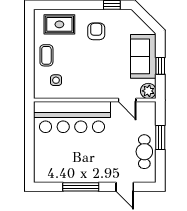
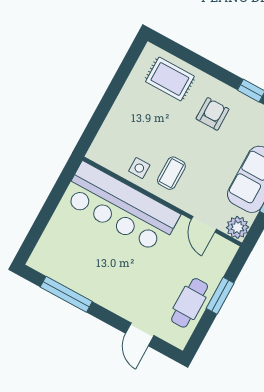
coffee table: (46, 55) -> (171, 173), moved
side table: (56, 80) -> (139, 168), moved
window: (81, 187) -> (66, 294), moved

